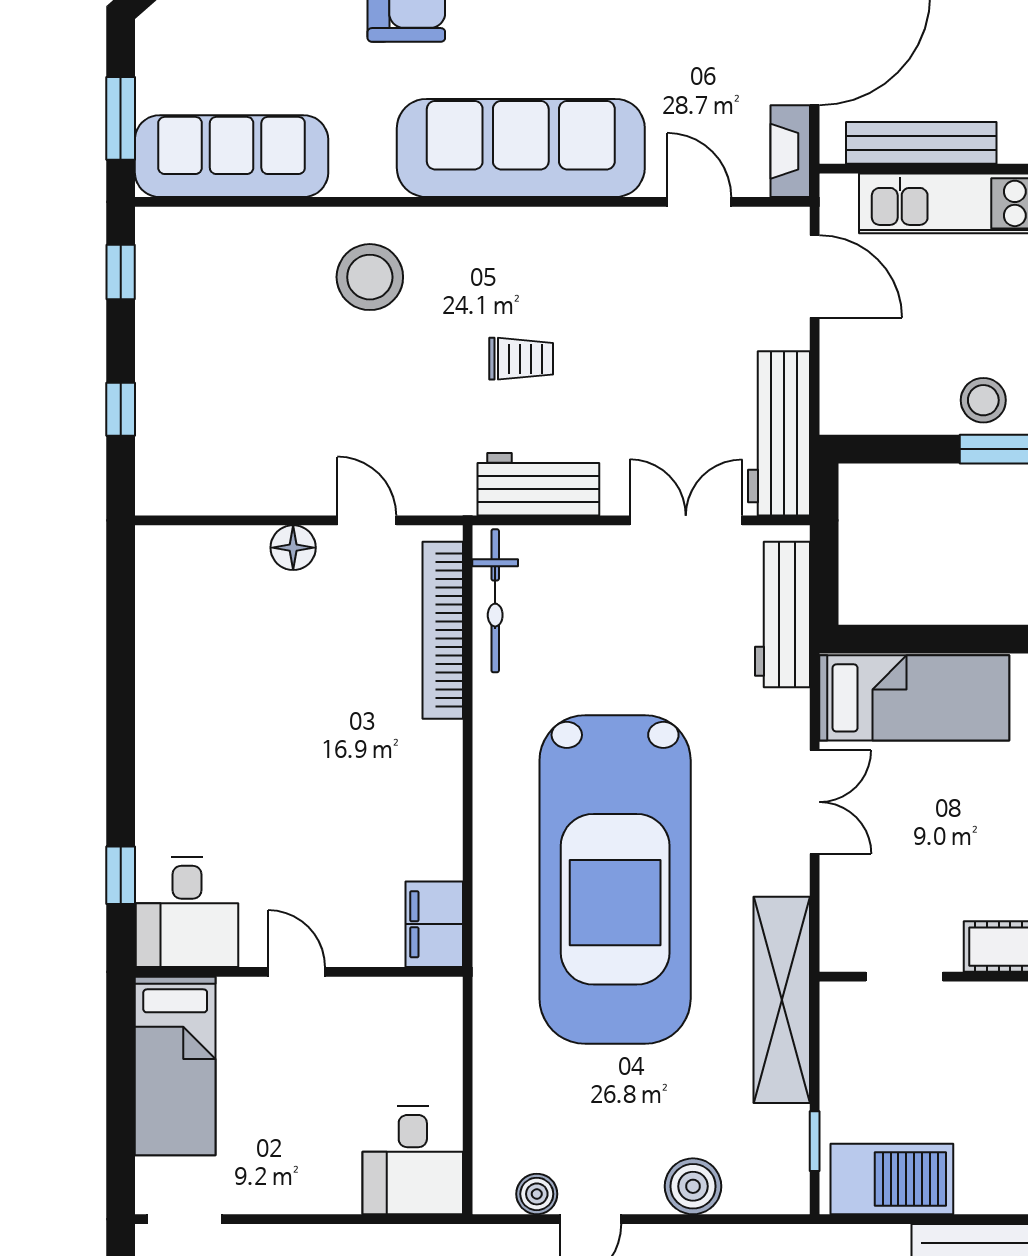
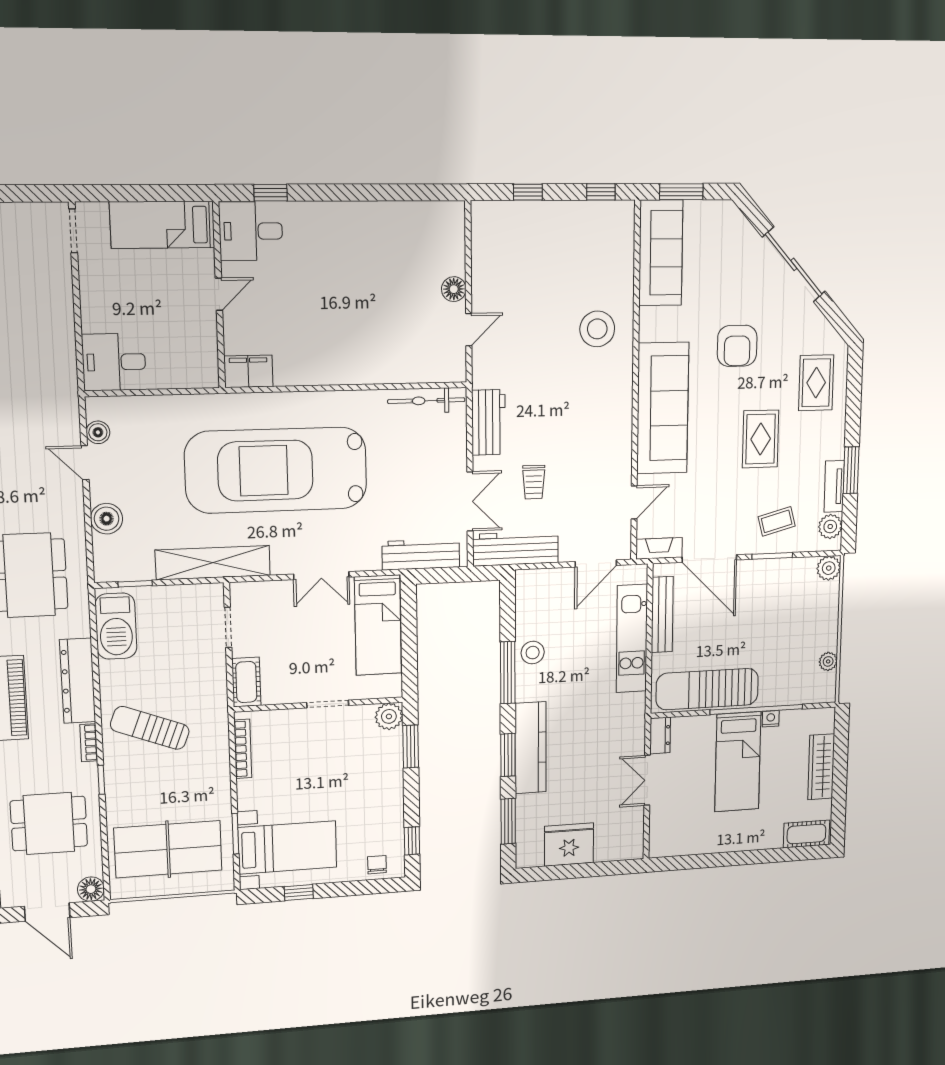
trolley: (521, 359) -> (534, 482), moved
bookcase: (443, 630) -> (410, 372), removed

